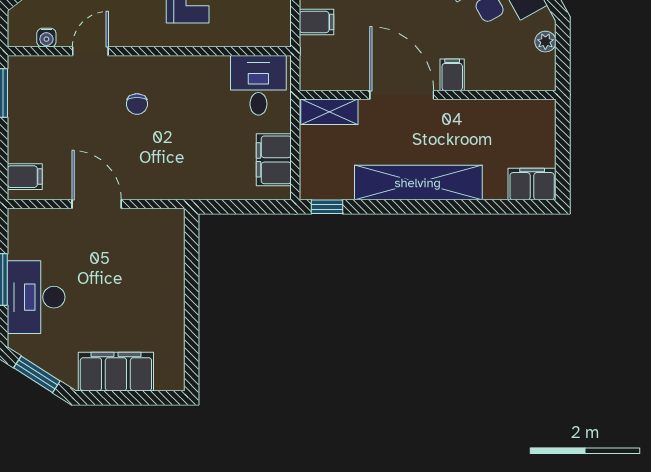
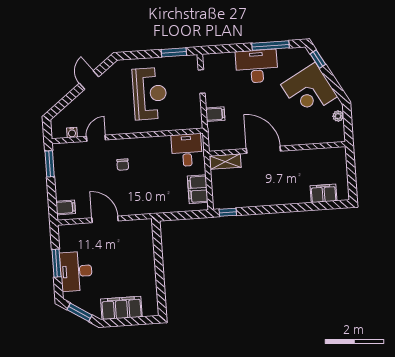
filing cabinet: (452, 75) -> (290, 137), removed
shelving: (418, 183) -> (276, 196), removed
filing cabinet: (532, 184) -> (324, 193), moved

